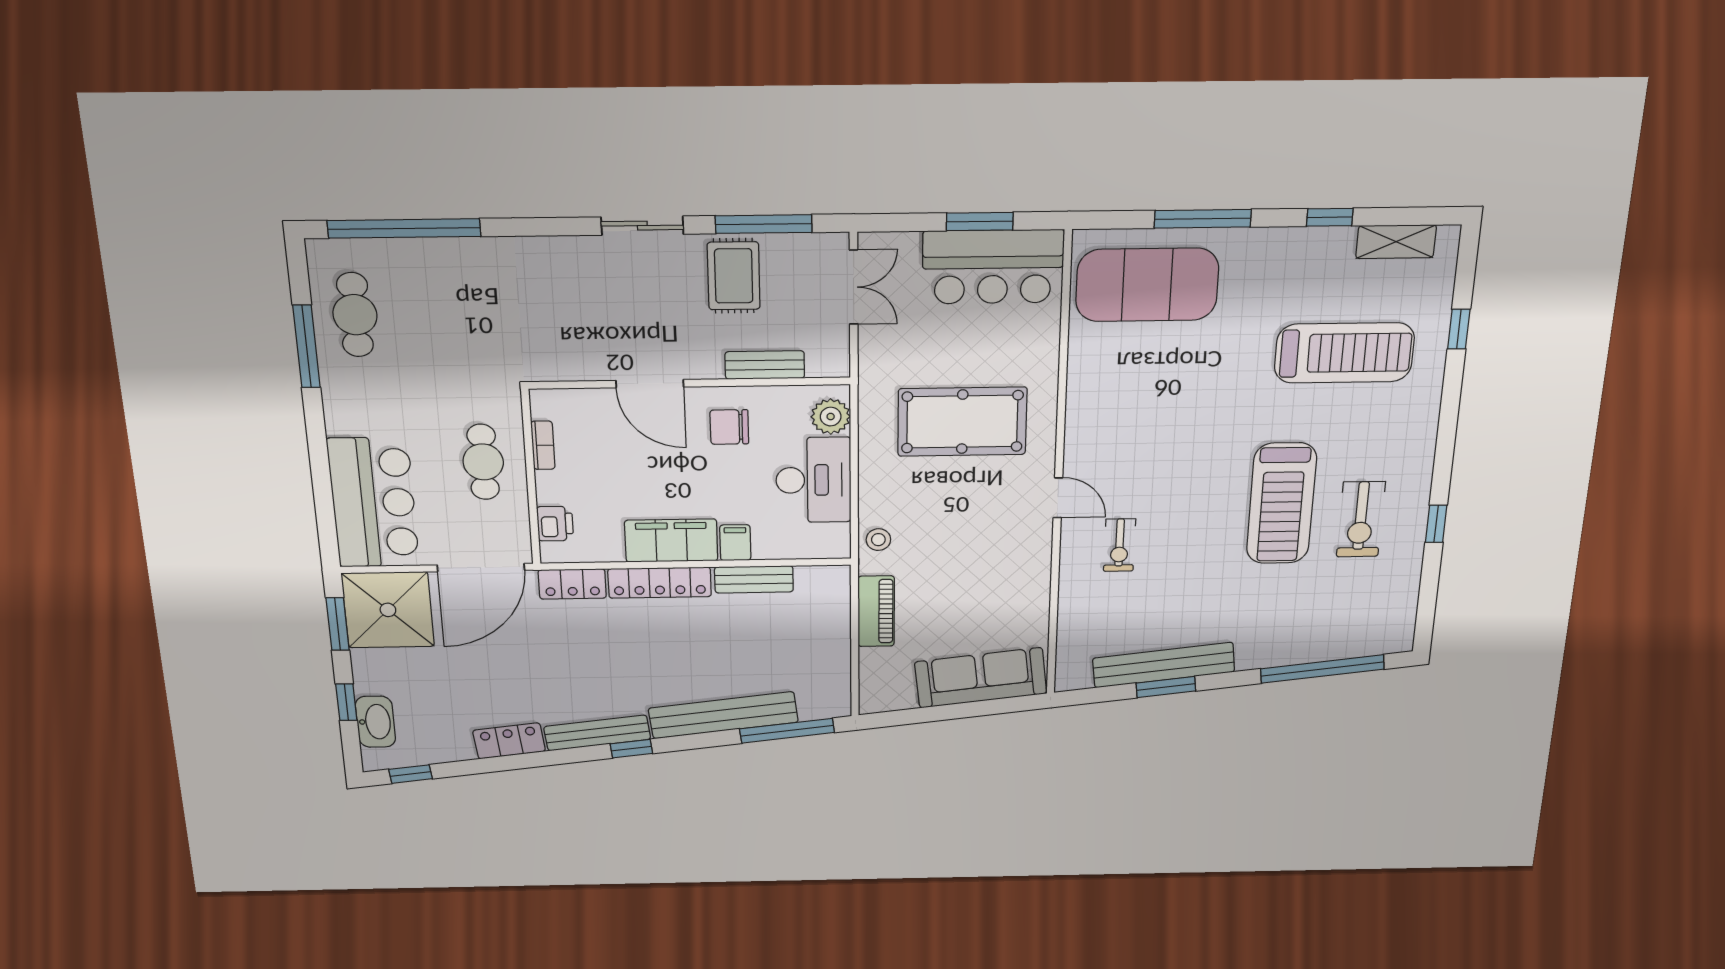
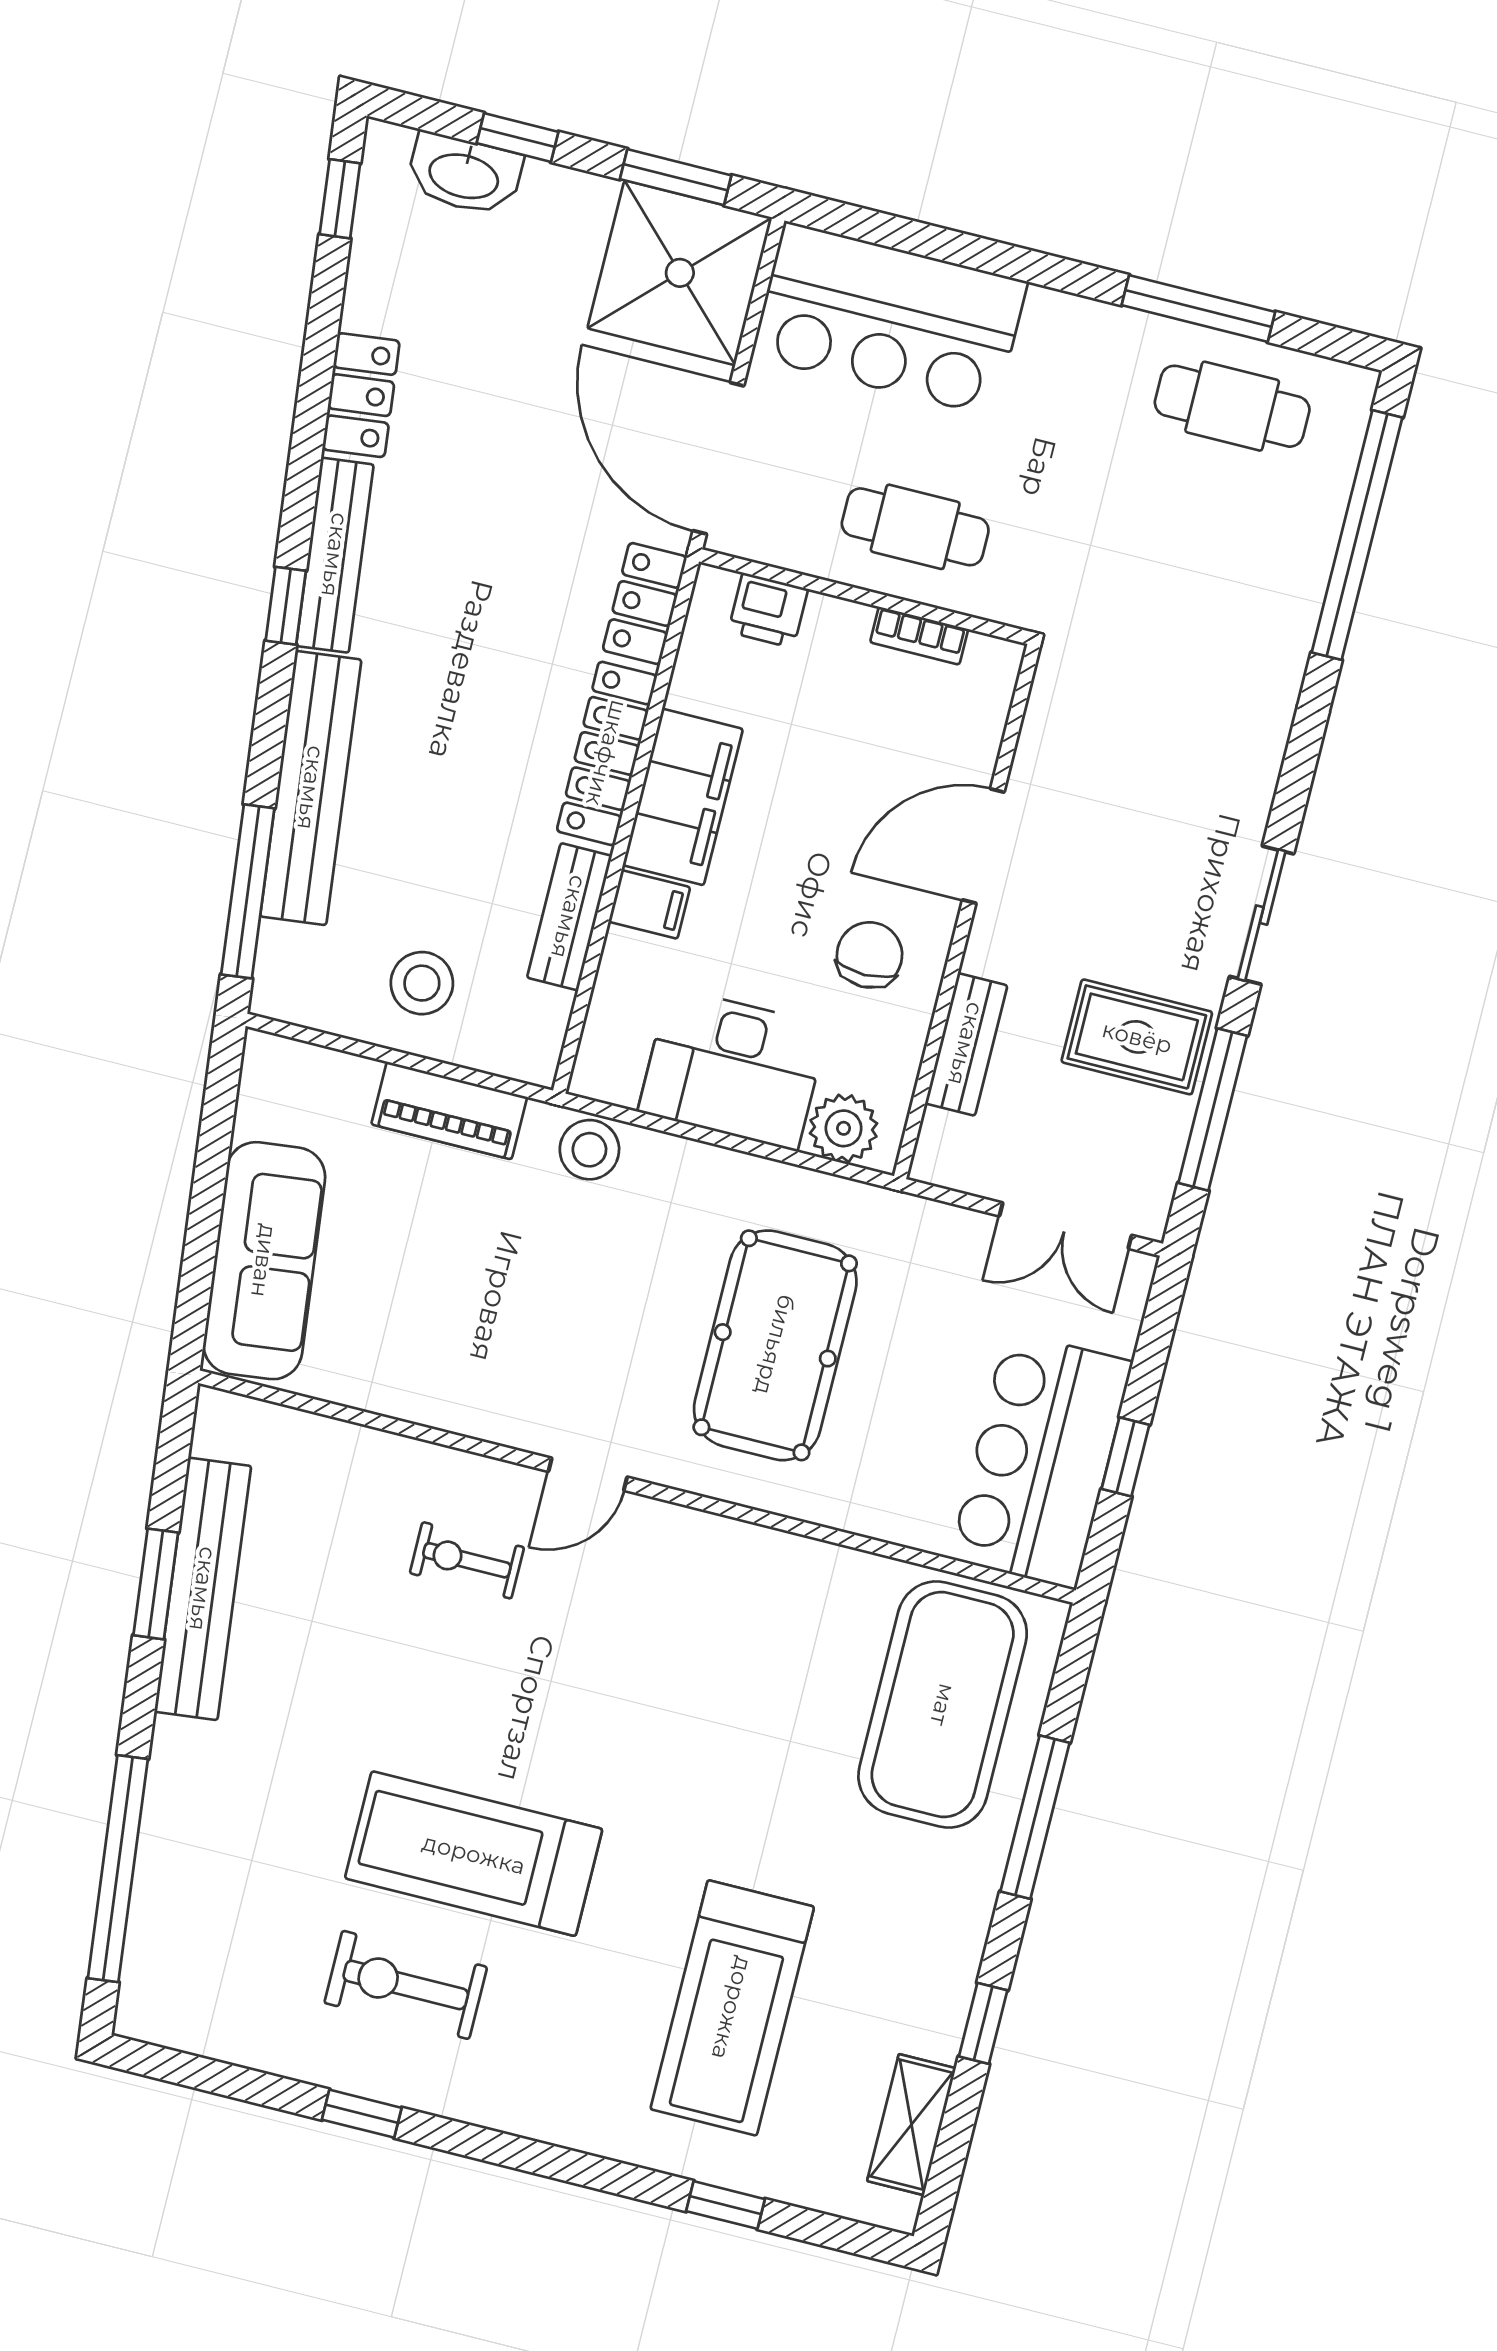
window: (980, 221) -> (1125, 1457), width x0.67
stool: (878, 540) -> (589, 1150), width x1.37, depth x1.37
stool: (811, 640) -> (422, 983), added

